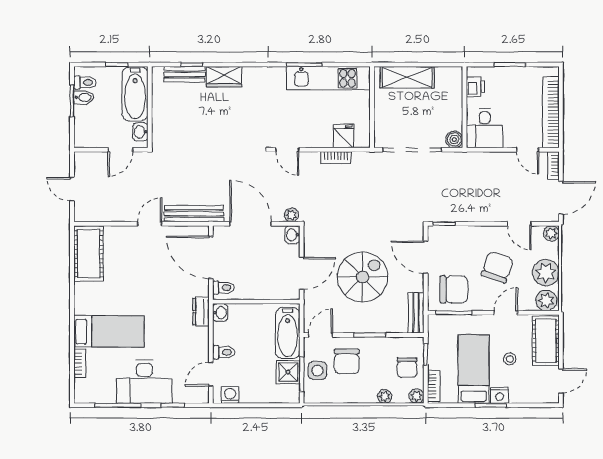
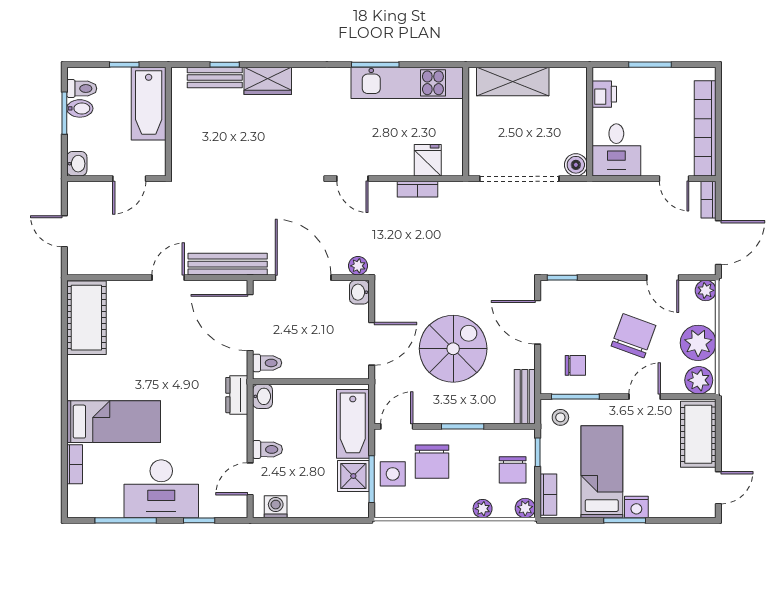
washbasin: (140, 132) -> (77, 164), moved, turned 180
chair: (454, 289) -> (575, 365), width x0.54, depth x0.54
stool: (510, 359) -> (560, 417), moved

